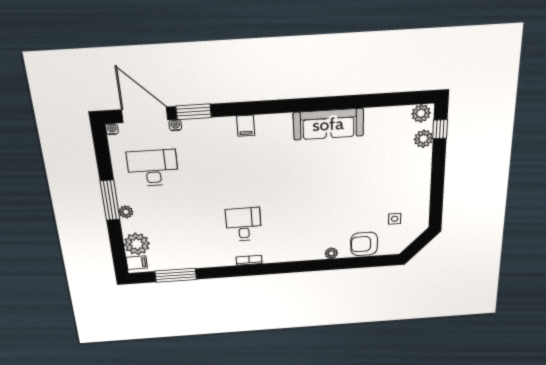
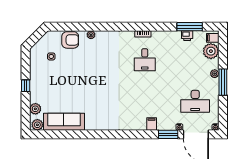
sofa: (328, 124) -> (64, 122), moved
filing cabinet: (246, 126) -> (152, 124), moved
window: (440, 129) -> (26, 86), moved
printer: (178, 263) -> (187, 36), added

